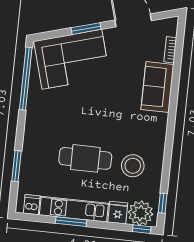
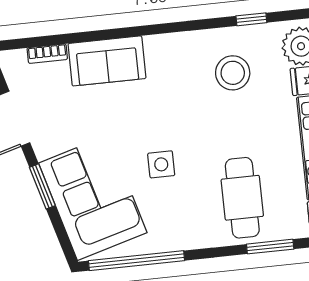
side table: (84, 108) -> (161, 164), added
cafe table: (85, 158) -> (242, 198), moved
window: (163, 203) -> (251, 19), moved

